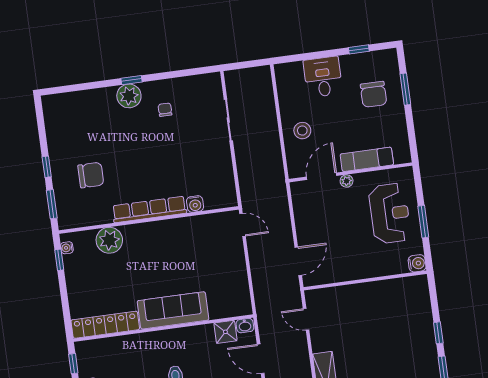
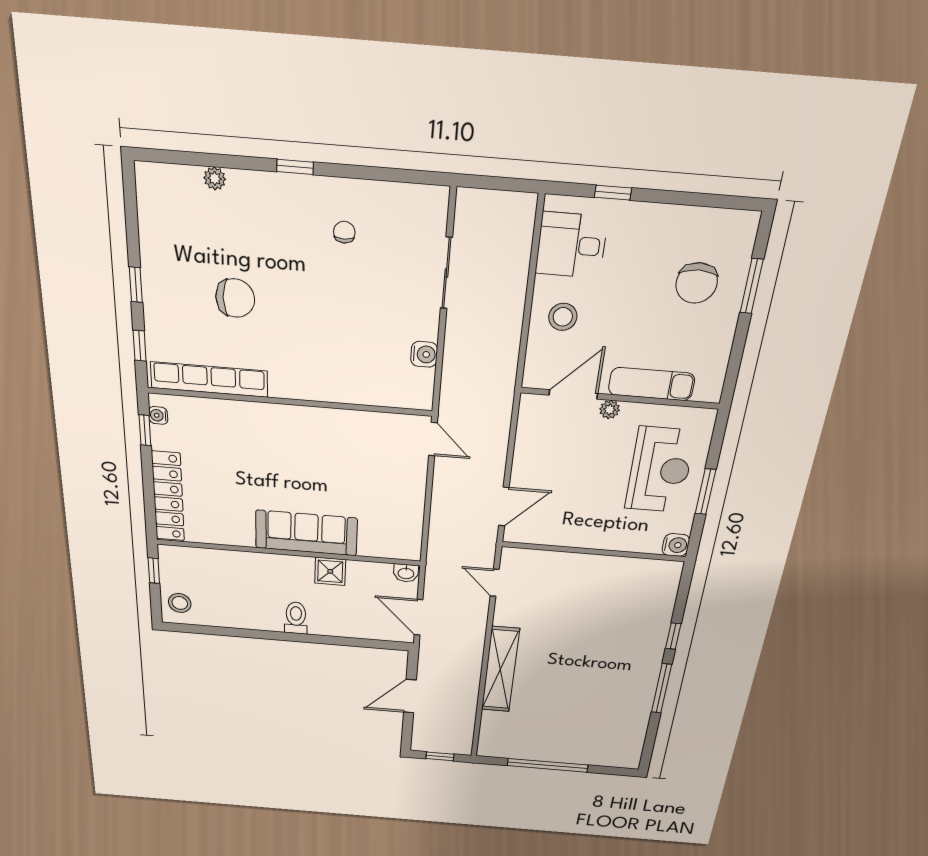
window: (359, 49) -> (613, 193), moved
desk: (323, 77) -> (571, 245), moved, turned -90
plant: (129, 96) -> (215, 178), moved, width x0.53, depth x0.53
chair: (91, 175) -> (235, 298), moved
window: (52, 204) -> (140, 346), width x0.67
water cooler: (195, 204) -> (424, 354), moved, turned -90
row of seats: (149, 209) -> (209, 379), moved
plant: (109, 240) -> (225, 418), removed
locker: (105, 325) -> (168, 497), moved, turned 90
shower: (225, 332) -> (330, 571), moved

